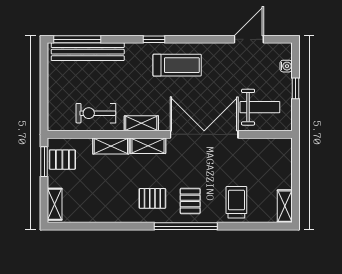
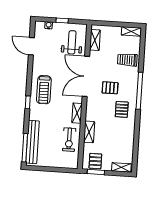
treadmill: (177, 65) -> (44, 90), turned 180
shelving: (148, 146) -> (95, 40), moved
pallet: (190, 201) -> (110, 88), moved

